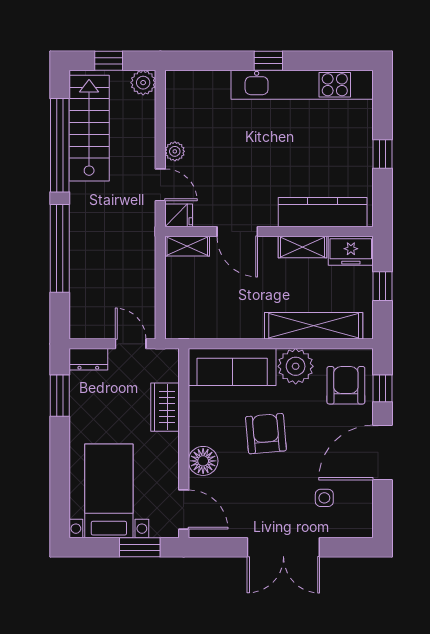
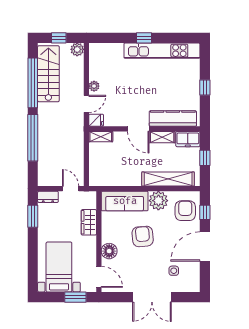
door: (160, 185) -> (86, 104), hinge flipped
door: (237, 232) -> (138, 129), moved

